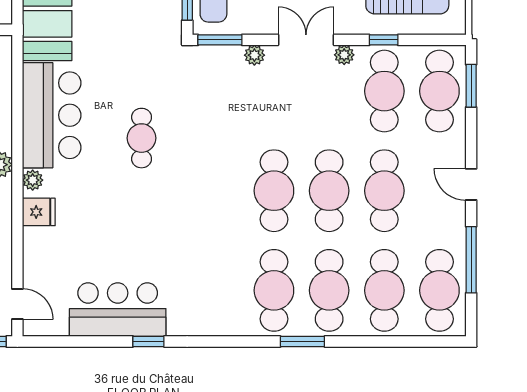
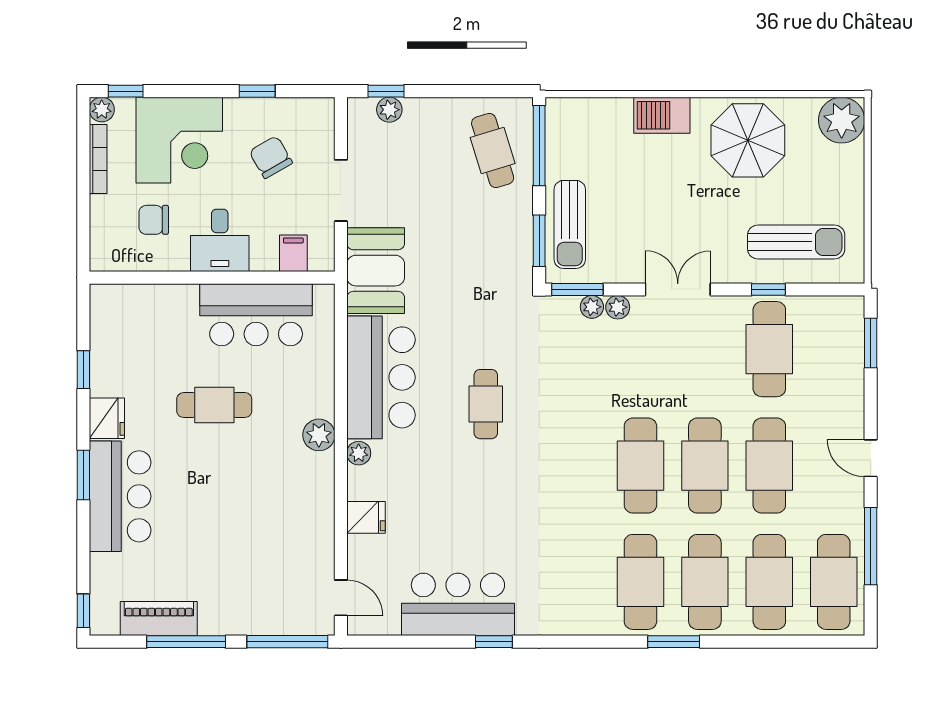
plant: (344, 55) -> (592, 307), moved
cafe table: (439, 91) -> (834, 349), removed
fridge: (39, 212) -> (366, 517), moved

